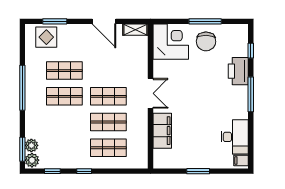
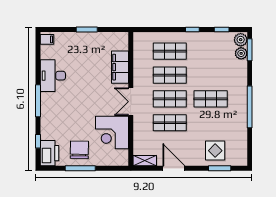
display table: (46, 37) -> (215, 151), moved
corner desk: (171, 42) -> (112, 133), moved
shop shelf: (64, 71) -> (170, 123), moved
printer: (238, 71) -> (49, 153), moved
desk: (235, 137) -> (53, 76), moved

